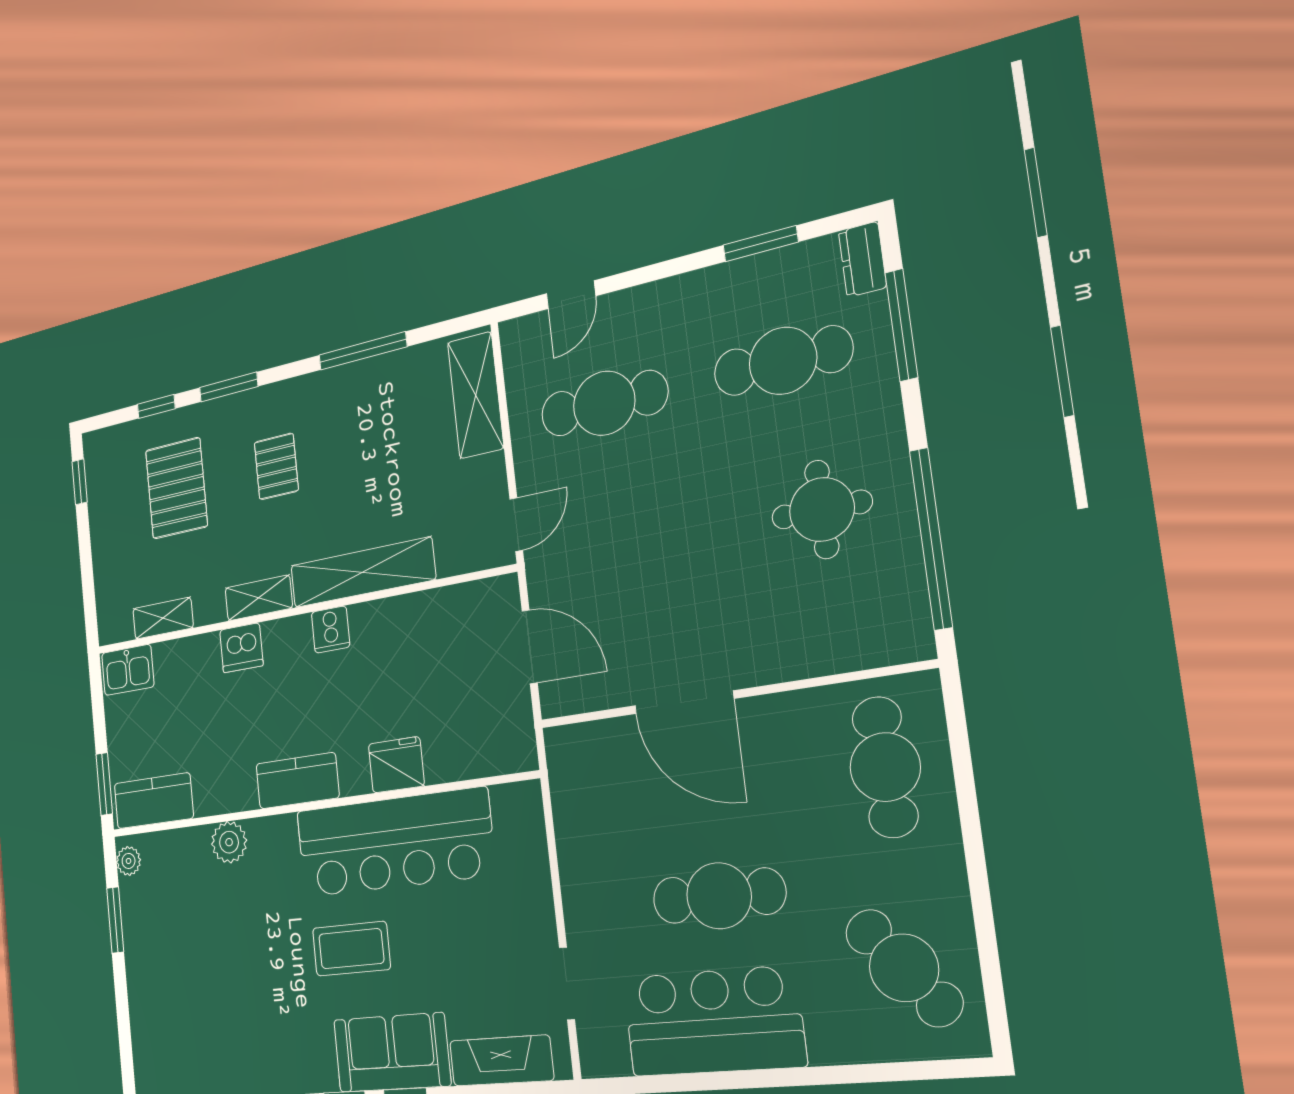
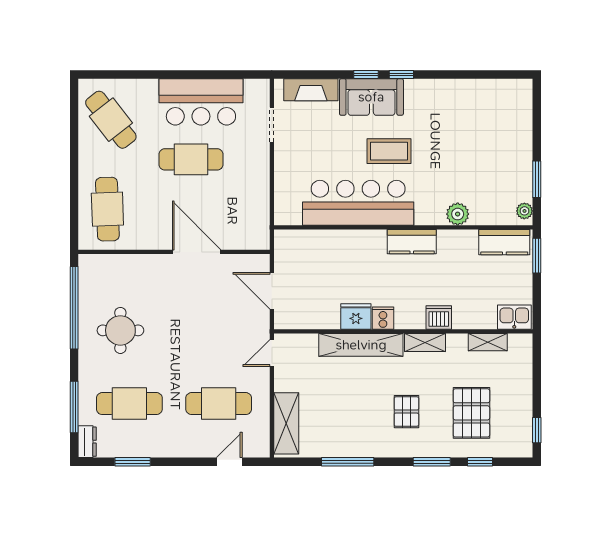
fridge: (396, 765) -> (356, 316), moved, turned 180

